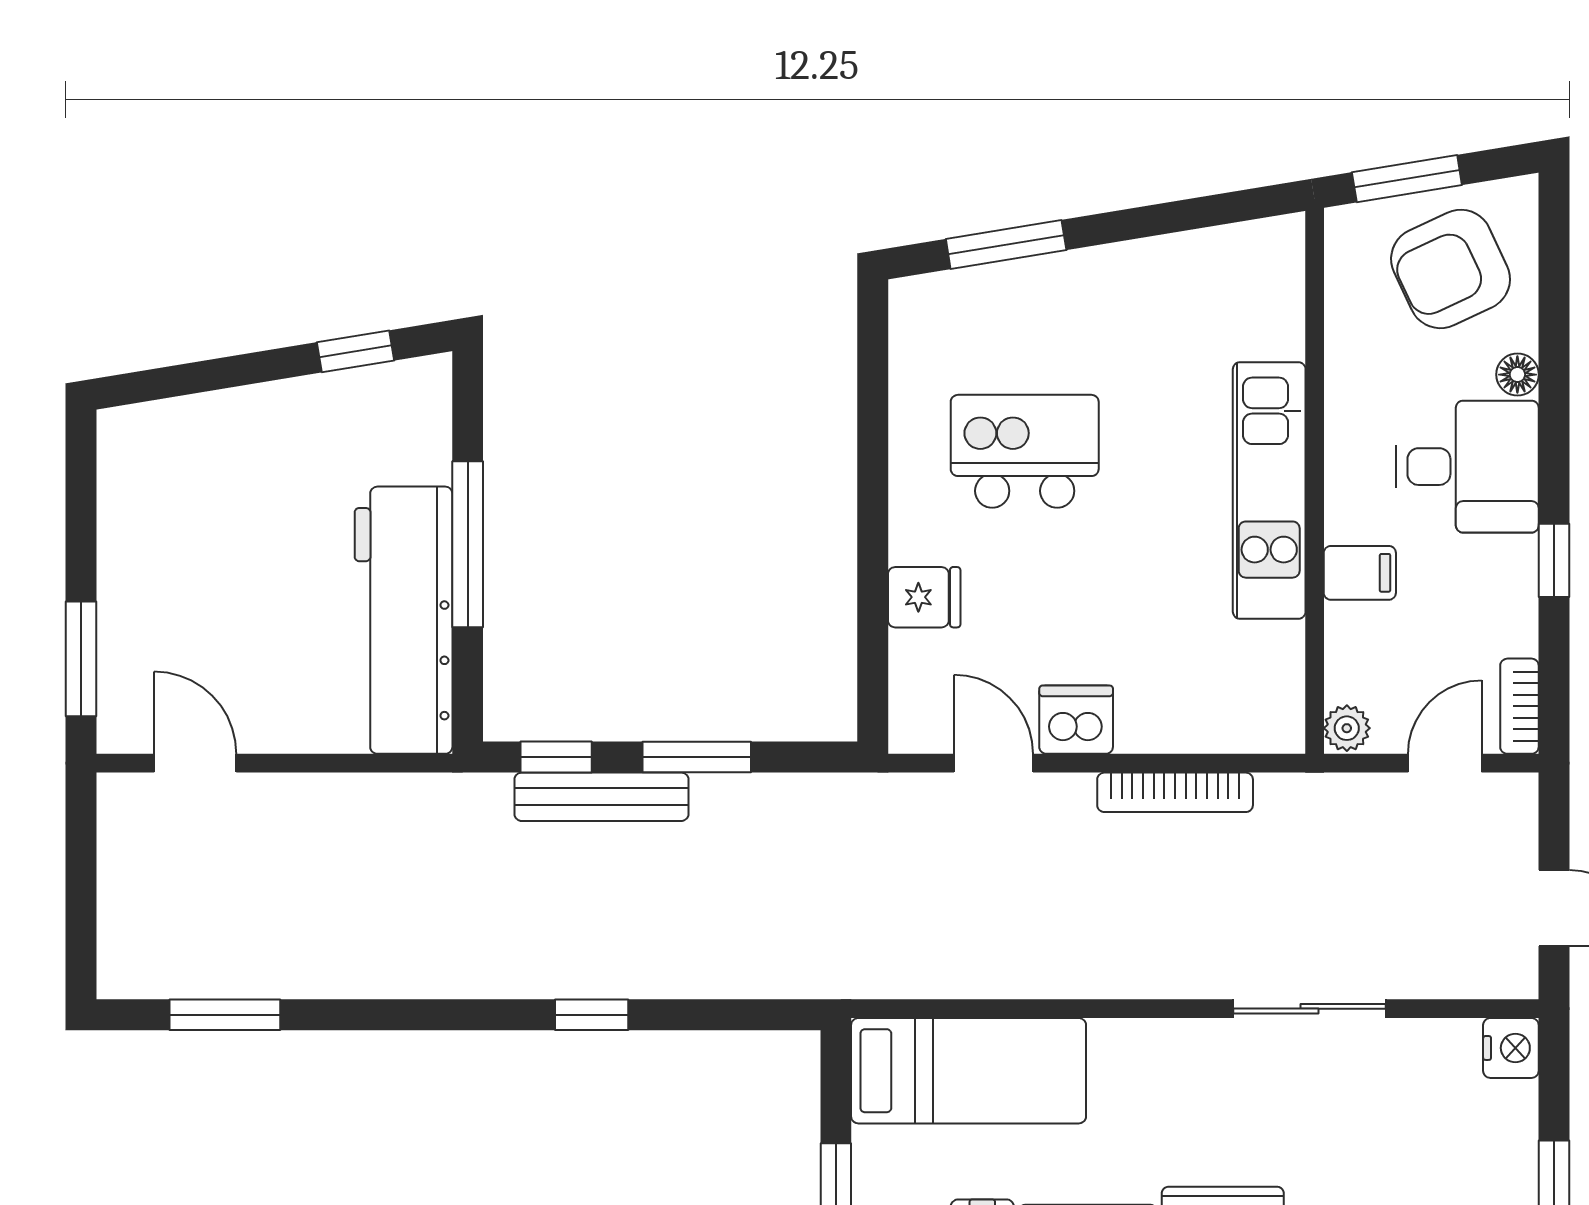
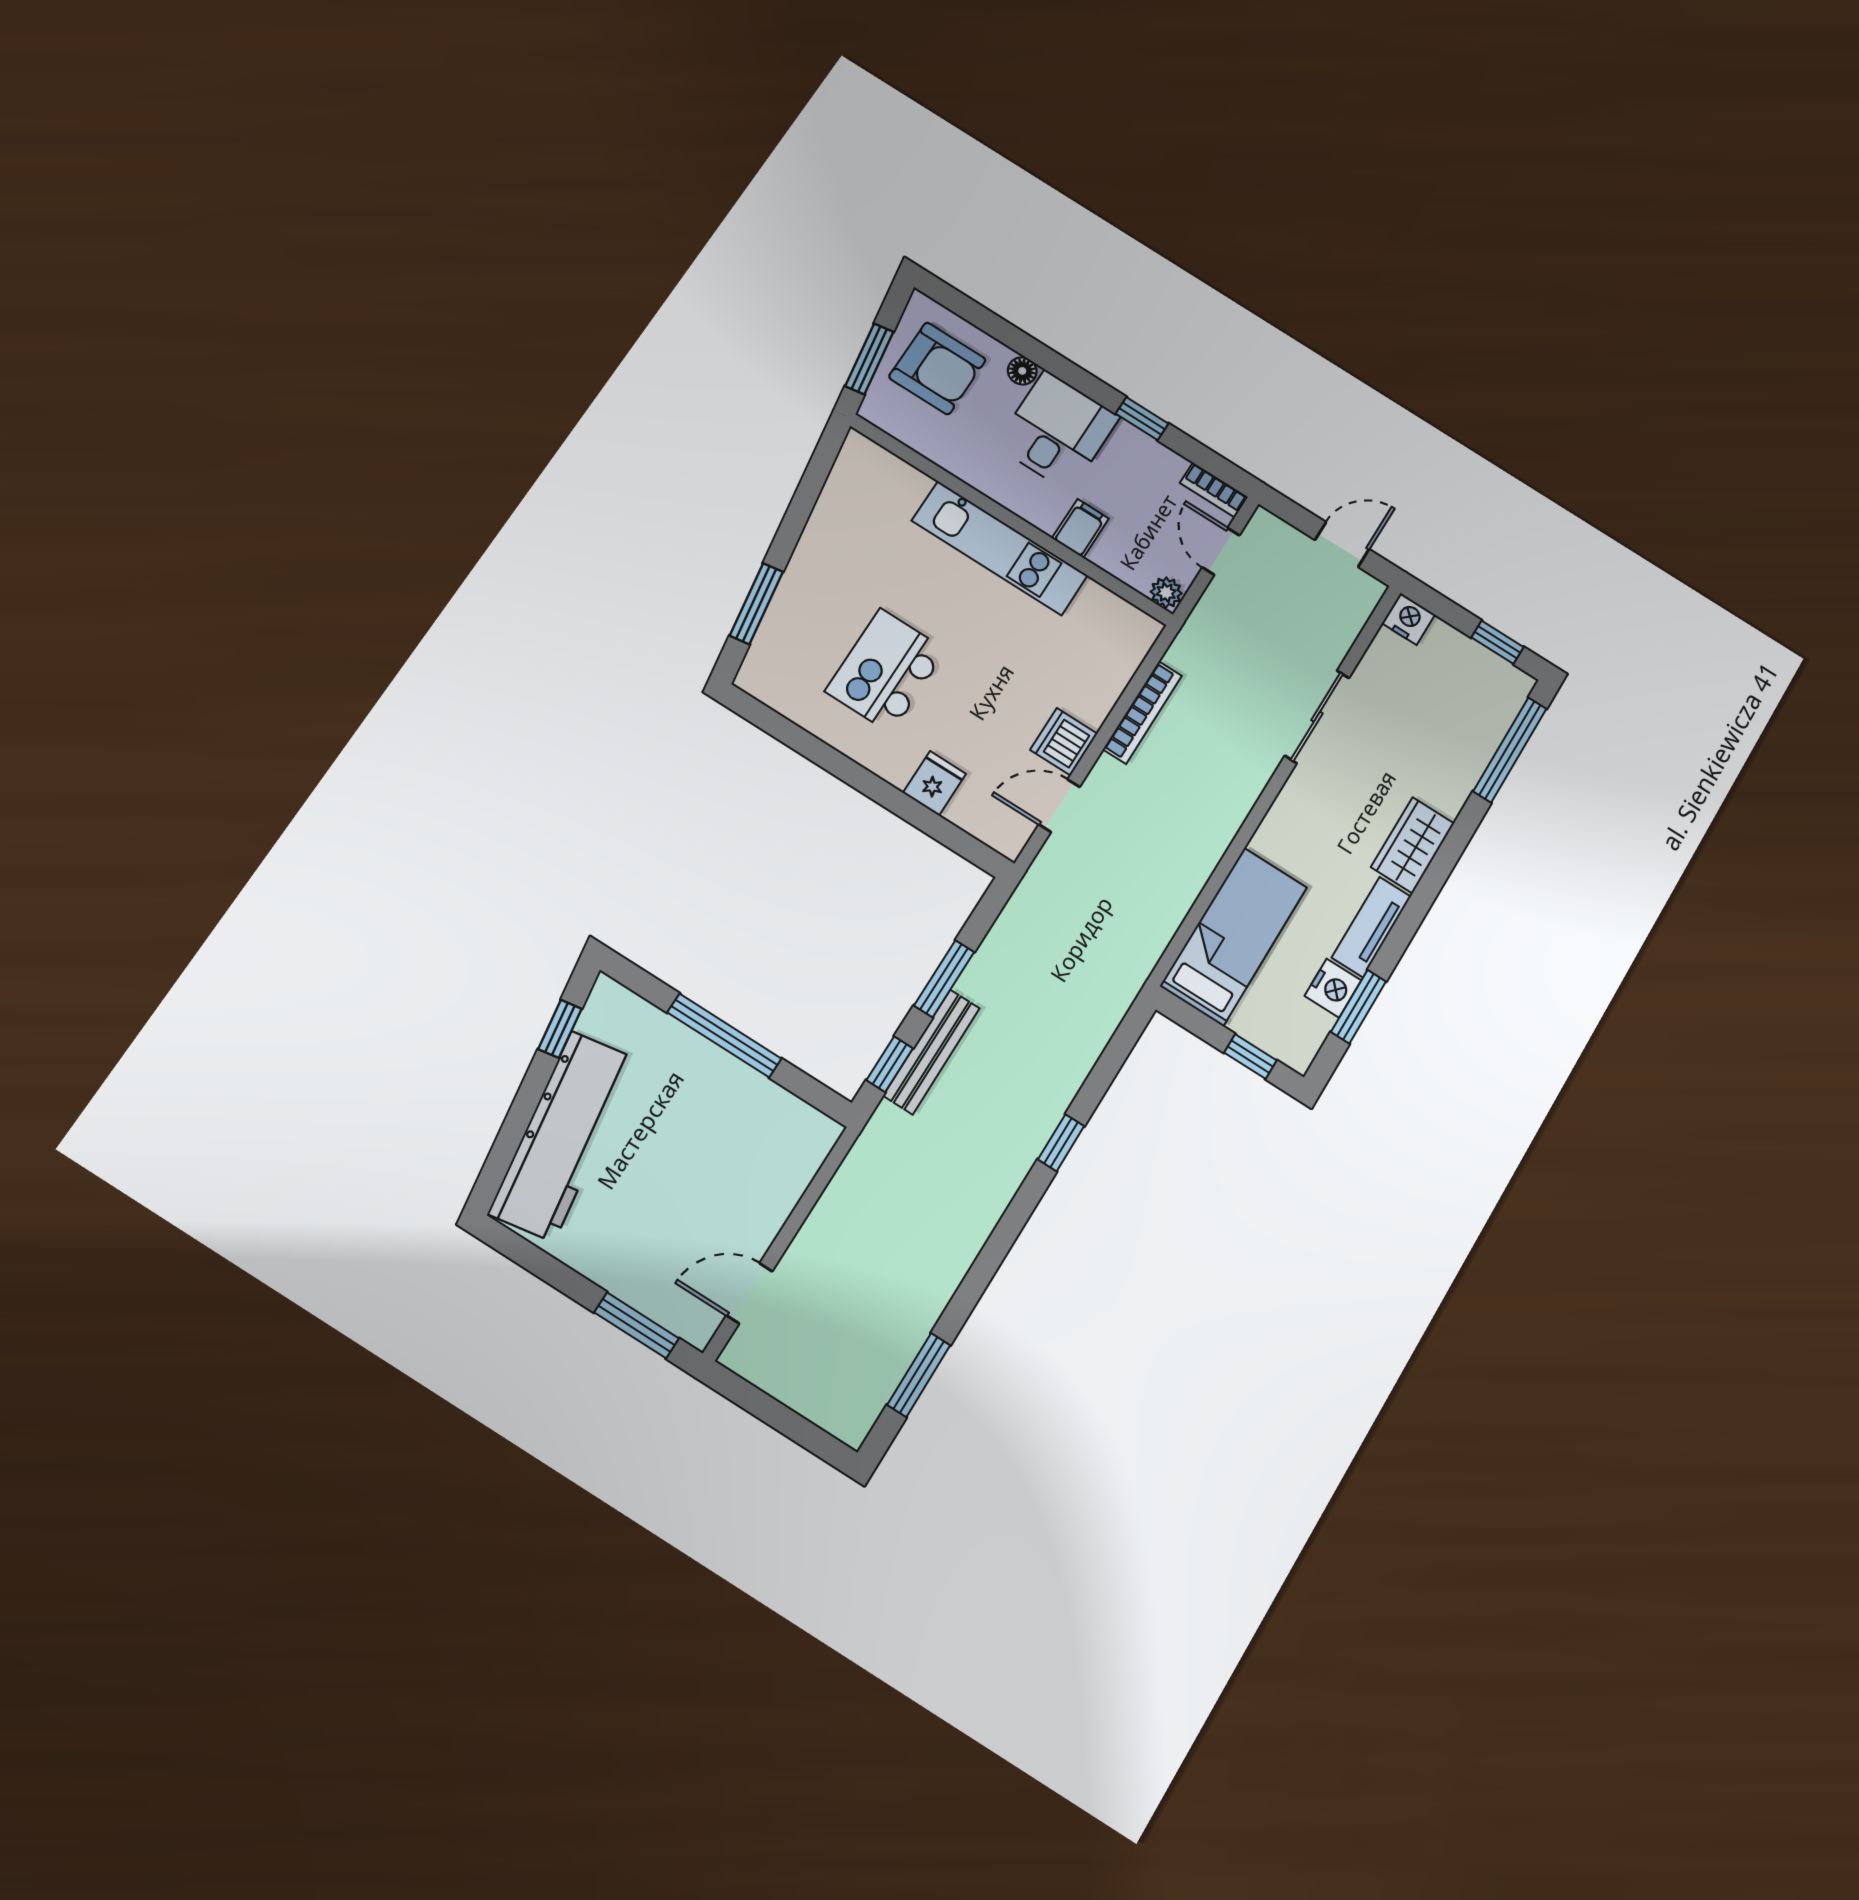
armchair: (1451, 269) -> (937, 368), turned -65
workbench: (404, 620) -> (563, 1136), moved, turned -99

